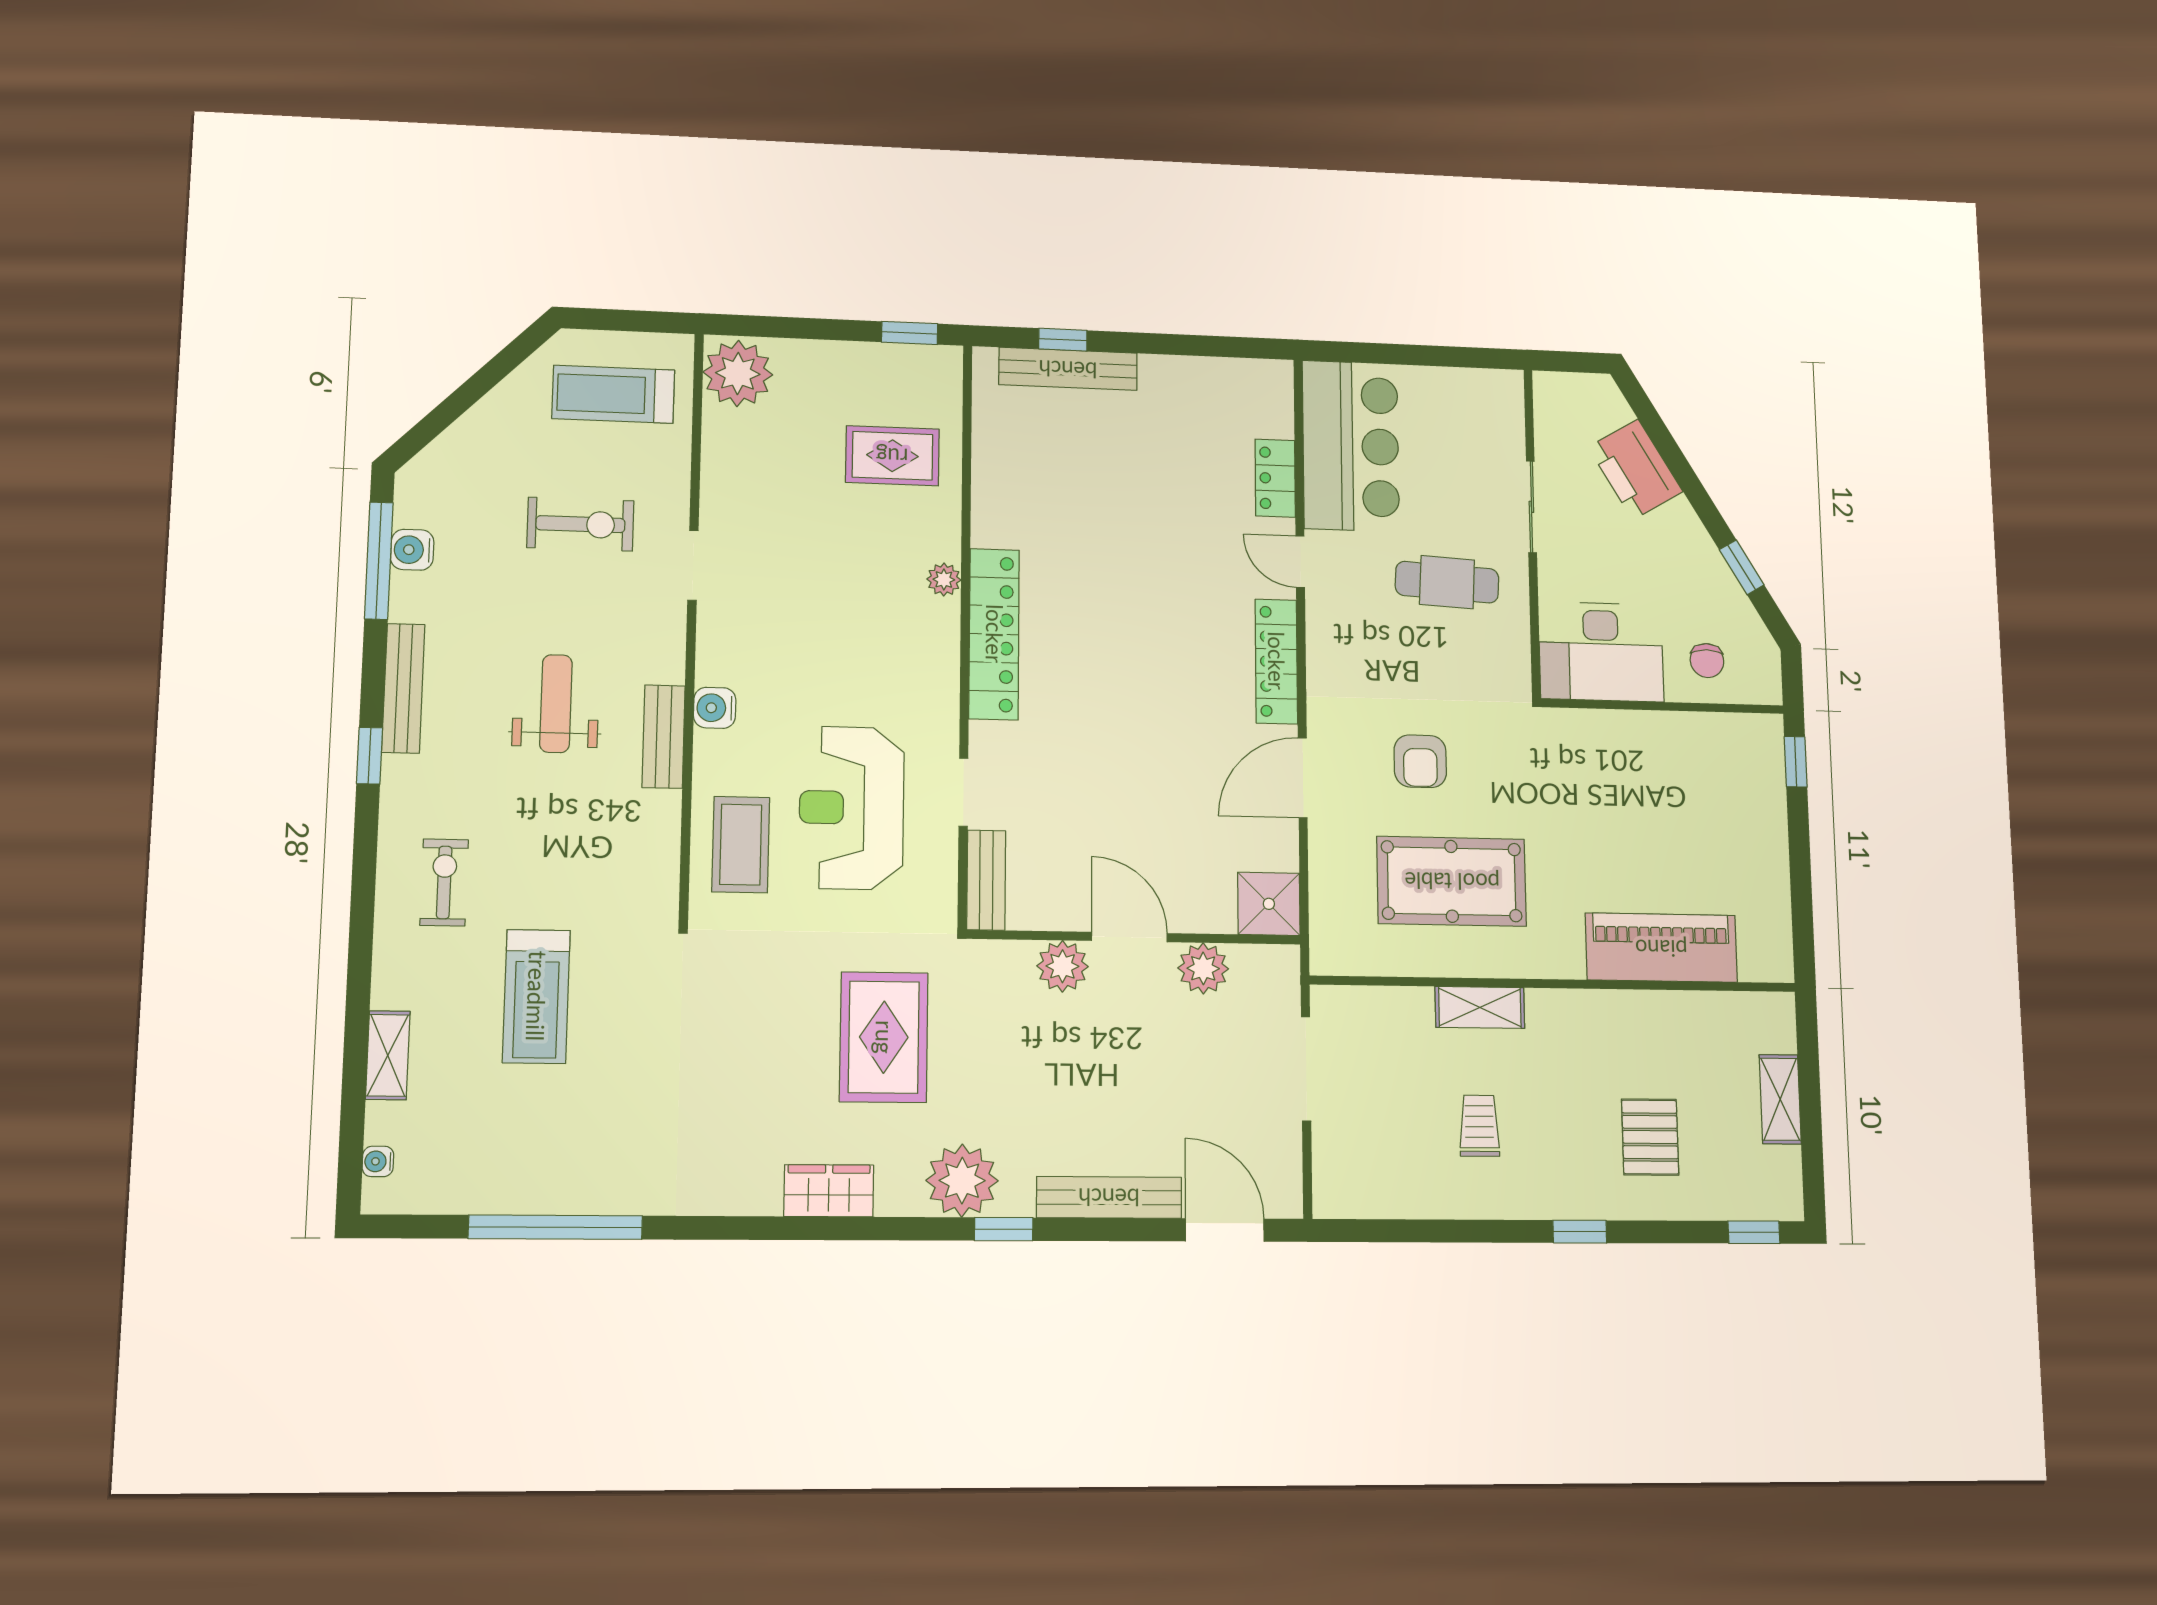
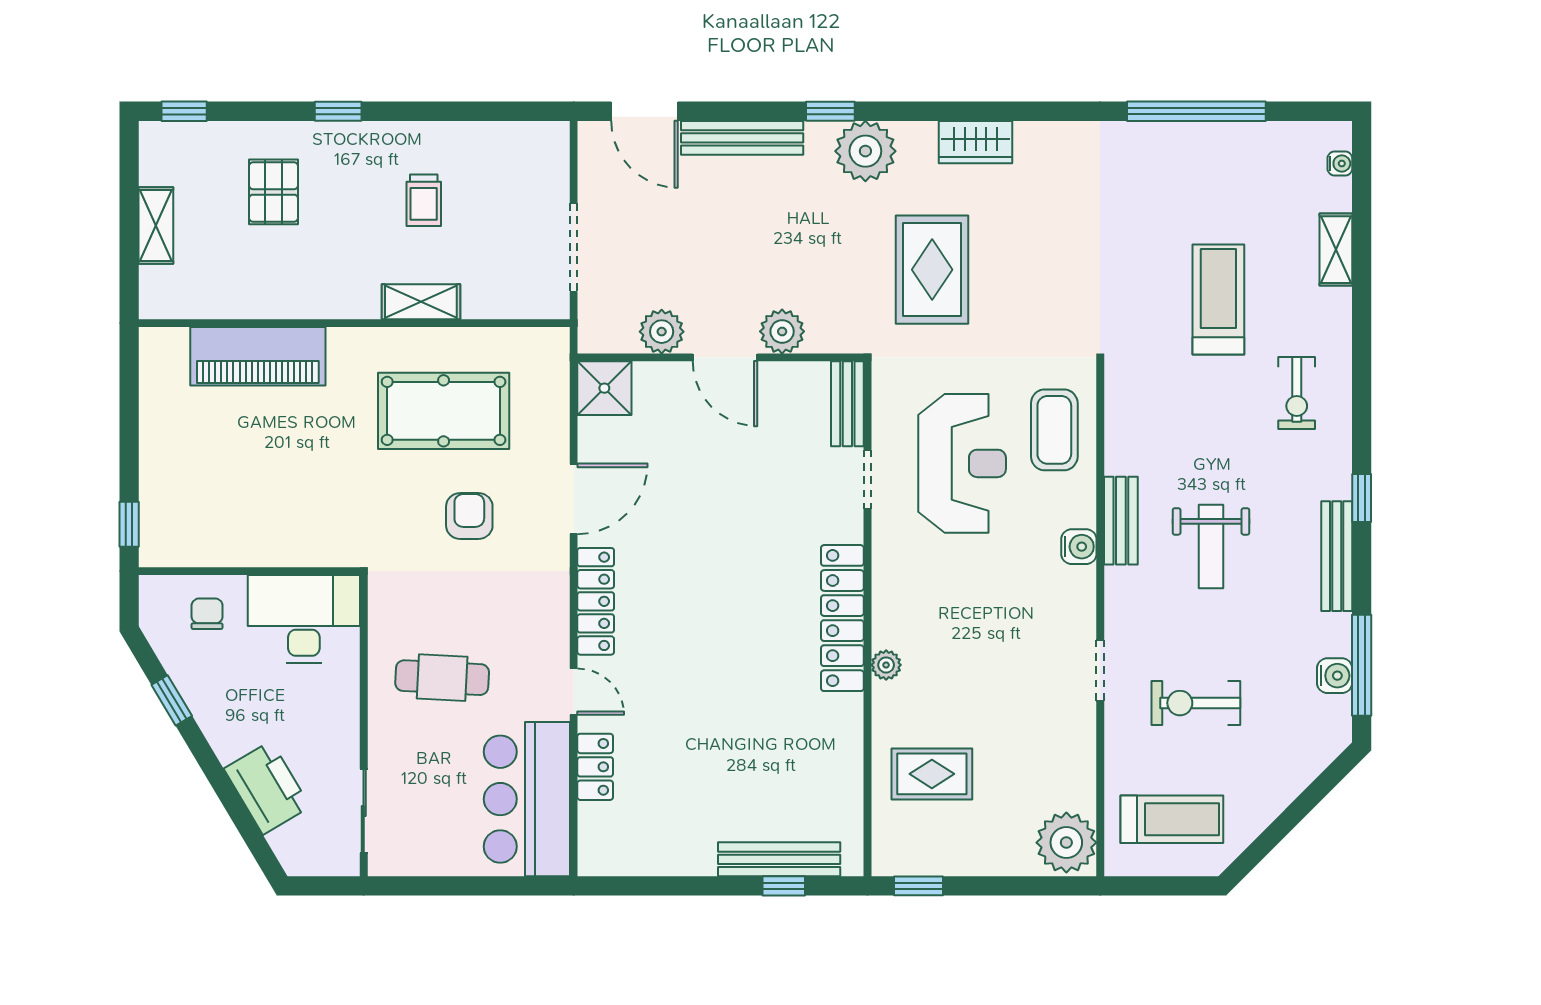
sliding door: (1531, 507) -> (364, 811), moved

